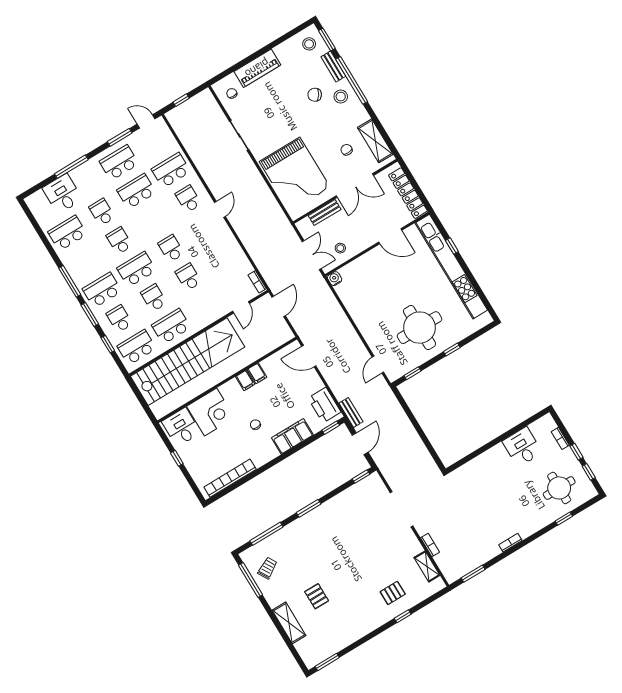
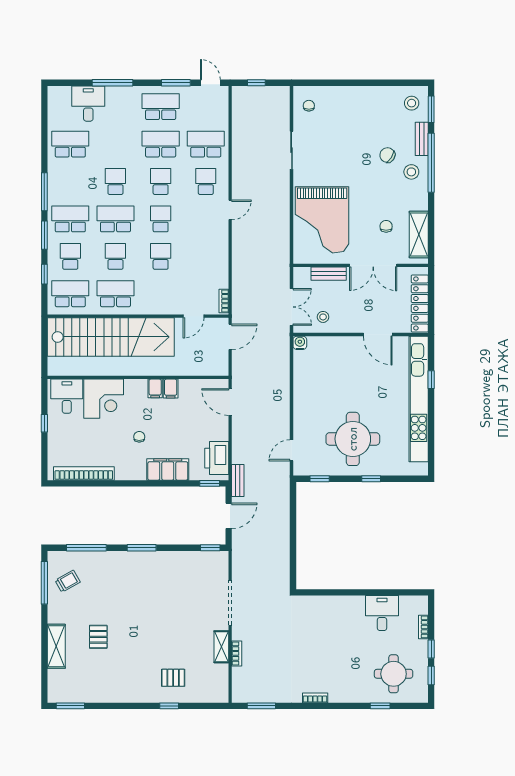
piano: (257, 68) -> (348, 96), removed
school desk: (102, 212) -> (161, 181), moved
shelving: (427, 566) -> (221, 647), moved

